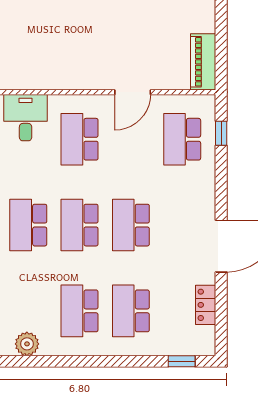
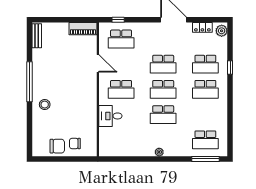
plant: (27, 344) -> (222, 31), moved
window: (182, 361) -> (230, 67), moved

